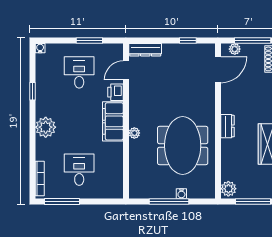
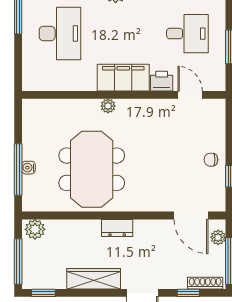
dresser: (145, 50) -> (217, 120), removed
chair: (175, 55) -> (211, 160), added
meeting table: (183, 146) -> (92, 169), turned 90
desk: (79, 170) -> (60, 34), width x1.37
window: (169, 202) -> (18, 169), moved

